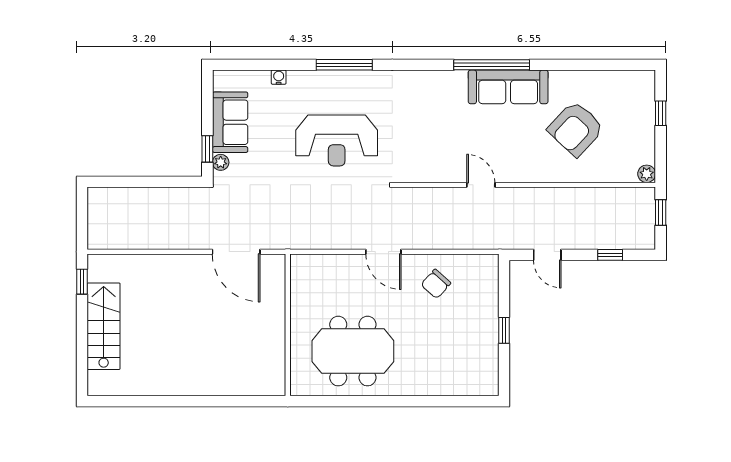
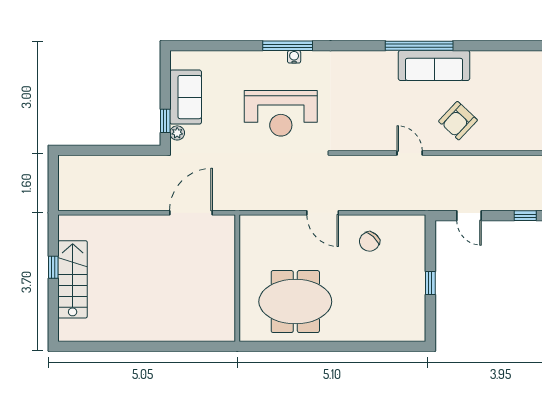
water cooler: (279, 77) -> (294, 57), moved
armchair: (576, 129) -> (458, 121), moved, width x0.73, depth x0.73
door: (236, 252) -> (191, 213), swing flipped
window: (82, 282) -> (53, 267), moved

